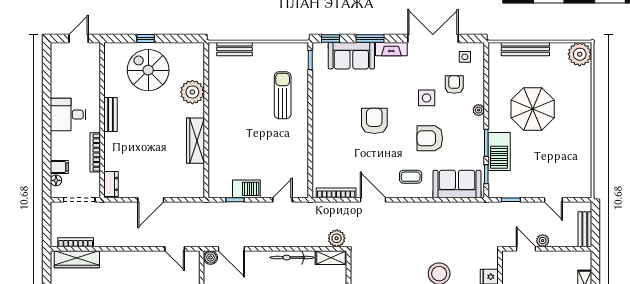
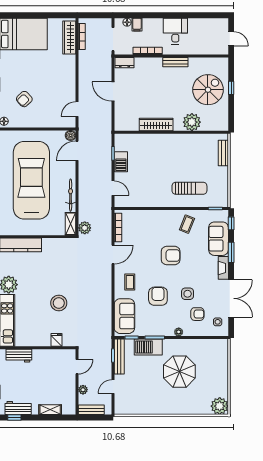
bench: (525, 49) -> (119, 357), moved
coffee table: (332, 99) -> (187, 224), added
plant: (543, 241) -> (83, 390), moved

